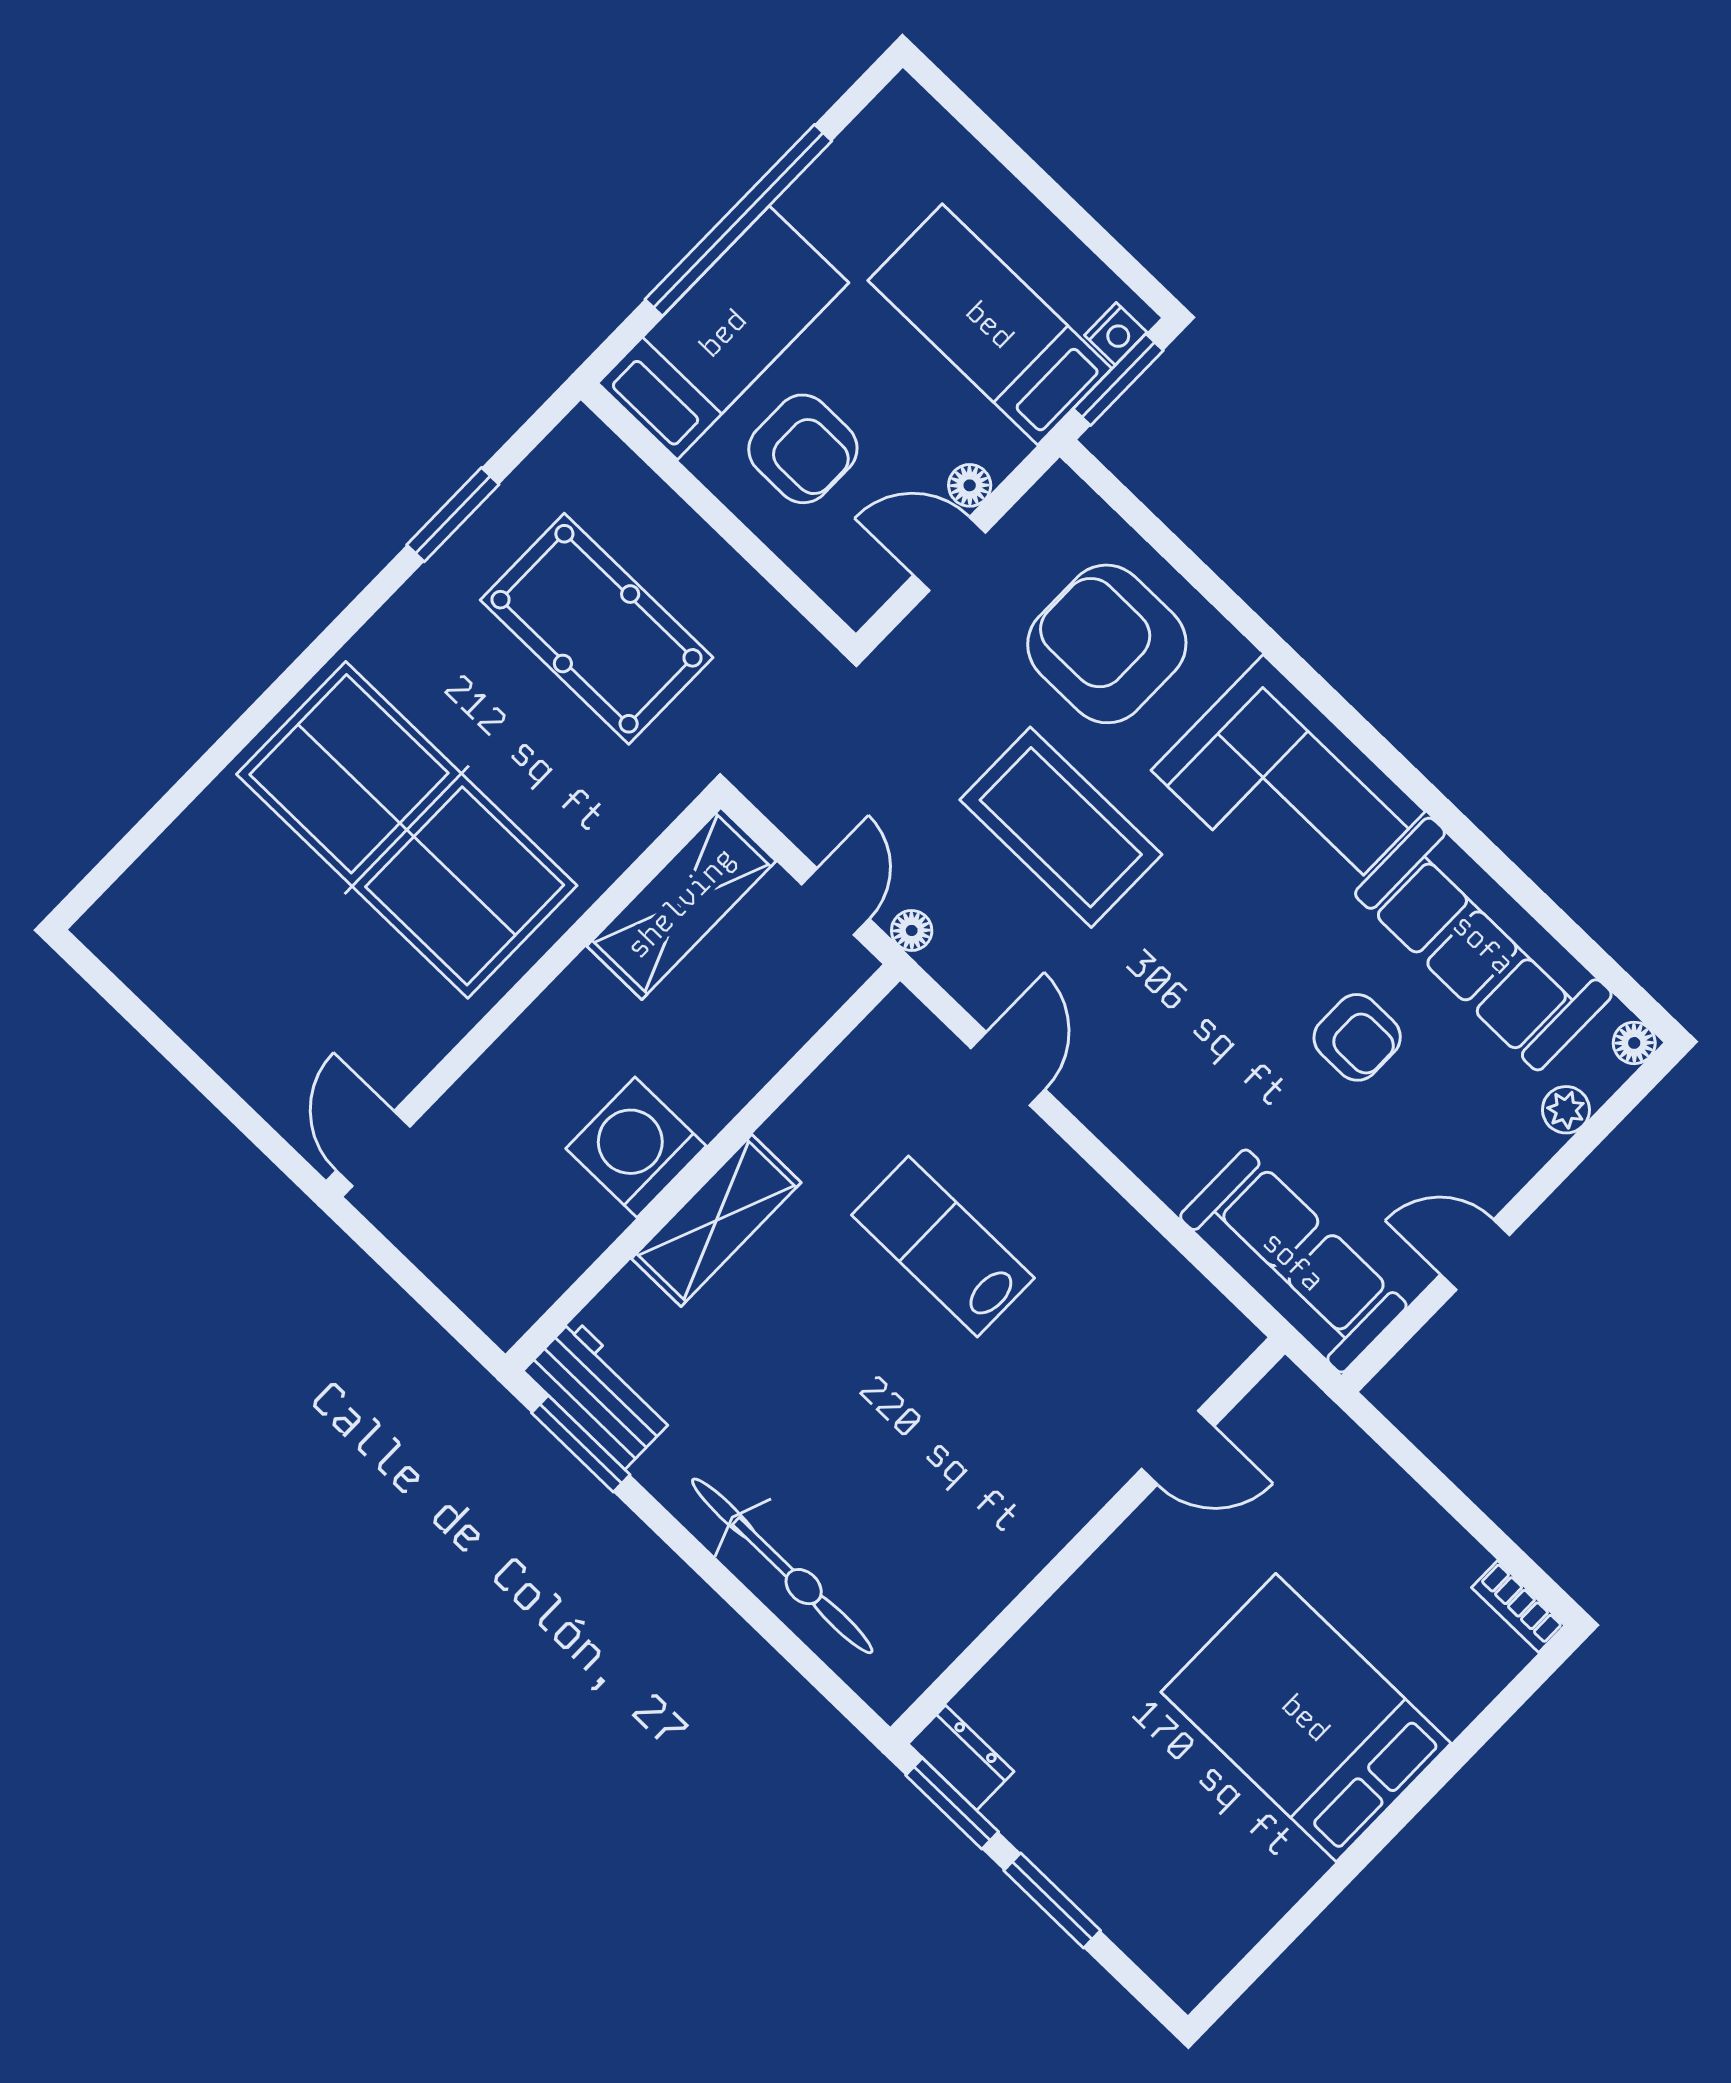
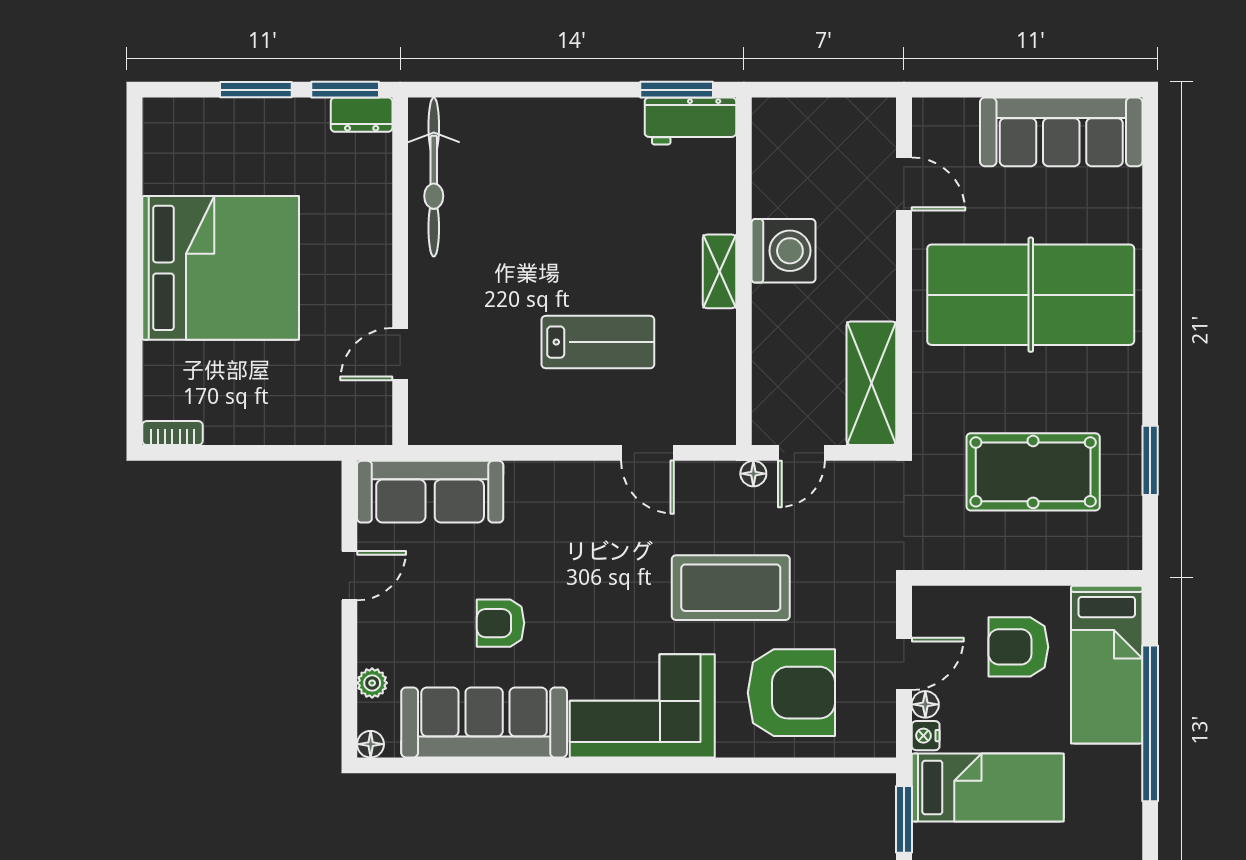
nightstand: (1116, 334) -> (926, 736), moved
door: (835, 902) -> (801, 453), hinge flipped
sofa: (196, 979) -> (1061, 132), added
door: (373, 1148) -> (904, 184), moved
shelving: (716, 1220) -> (719, 271), width x0.67, depth x0.75
bicycle: (782, 1566) -> (434, 177), moved, turned -90
bed: (1306, 1718) -> (221, 268), width x1.36

